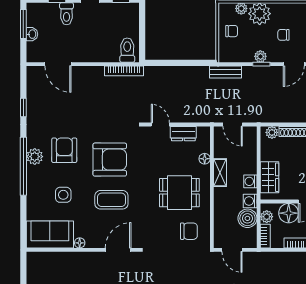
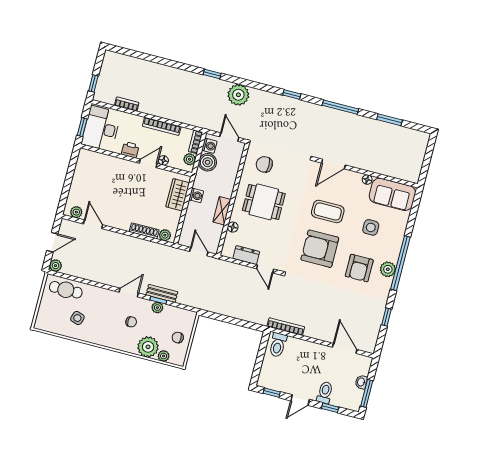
bench: (225, 72) -> (162, 293), moved
washing machine: (250, 201) -> (209, 146), moved
floor lamp: (289, 213) -> (163, 160), width x0.53, depth x0.53

